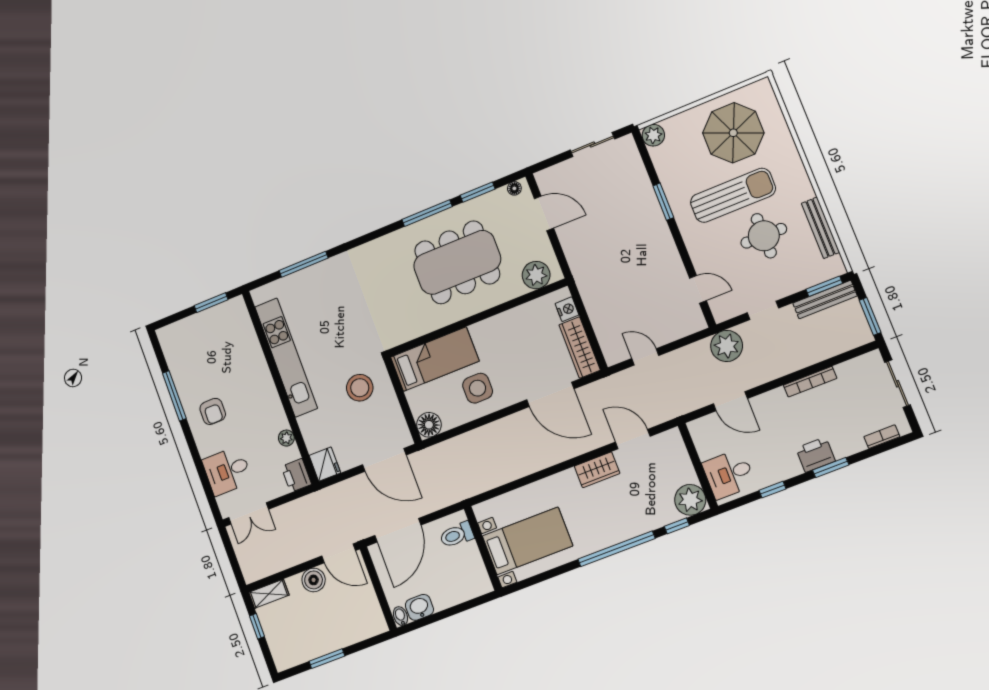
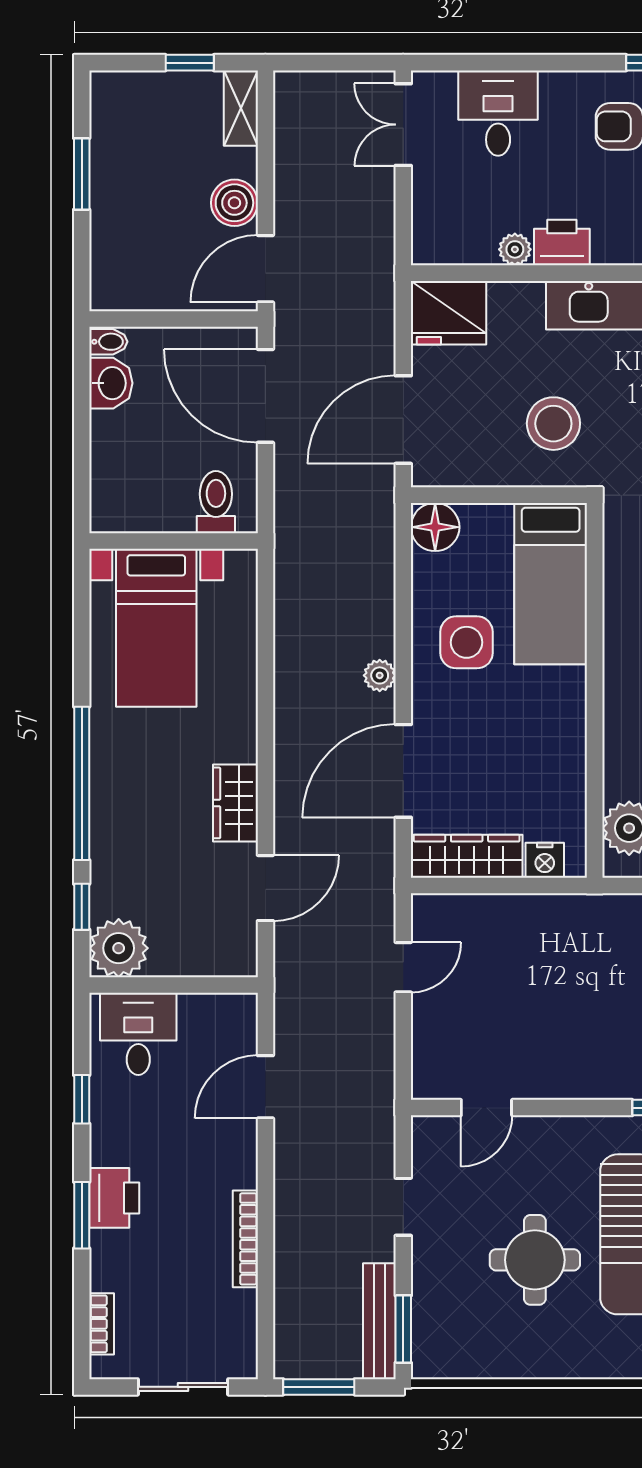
bench: (820, 228) -> (509, 1363), removed
plant: (727, 346) -> (380, 675), moved, width x0.53, depth x0.53
fridge: (325, 464) -> (449, 313), width x1.36, depth x1.34
printer: (296, 475) -> (562, 242), moved

